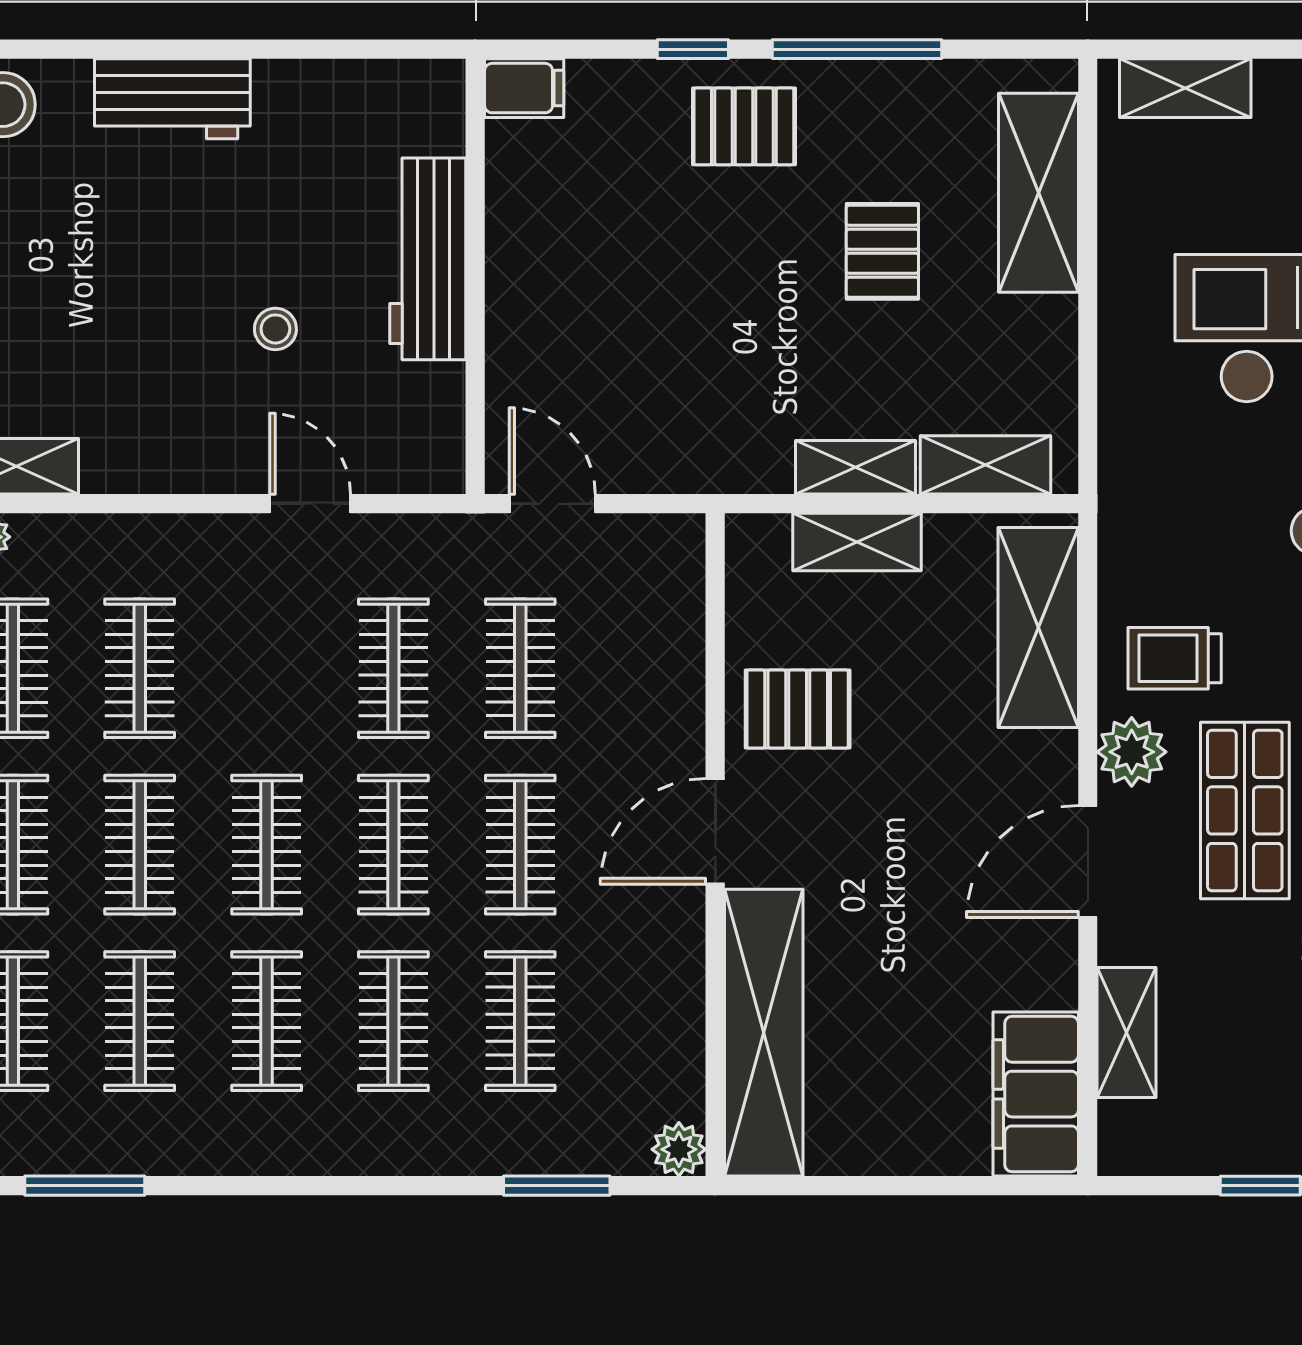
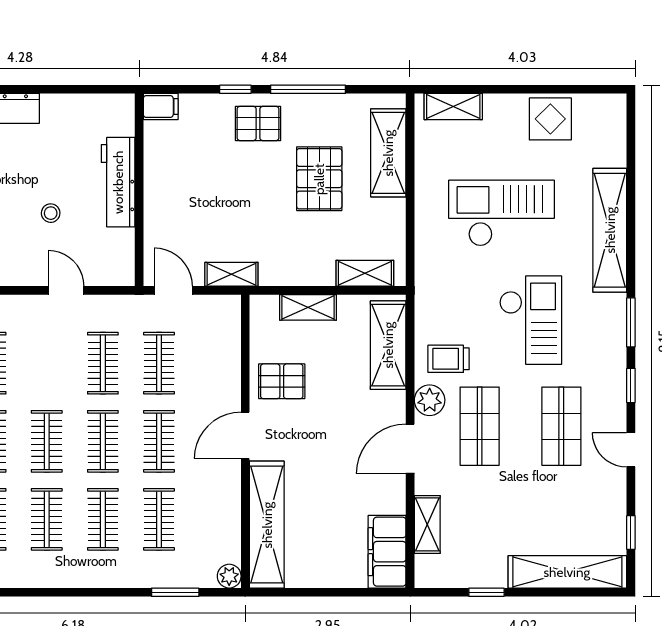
pallet: (882, 251) -> (319, 179), width x1.50, depth x1.42
shelving: (855, 467) -> (231, 274), moved

